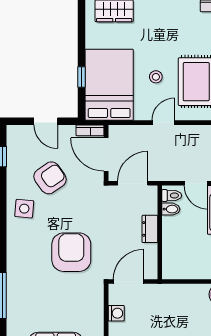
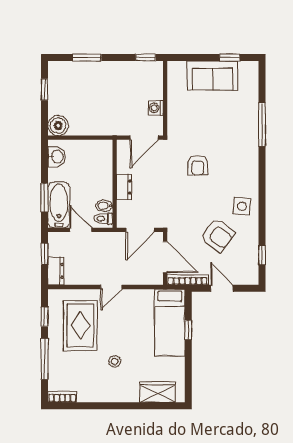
stool: (156, 77) -> (115, 361), moved
bed: (109, 85) -> (170, 323), width x0.67
bookcase: (90, 130) -> (188, 280), width x1.56
armchair: (50, 178) -> (218, 235), turned -108
armchair: (71, 252) -> (198, 165), width x0.53, depth x0.53

